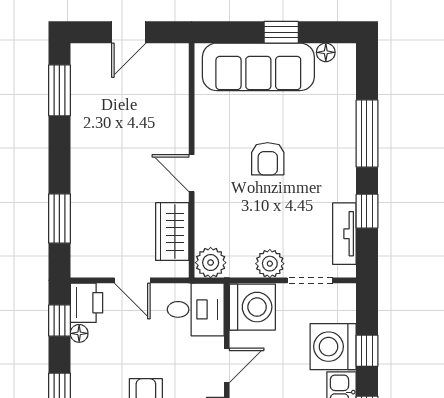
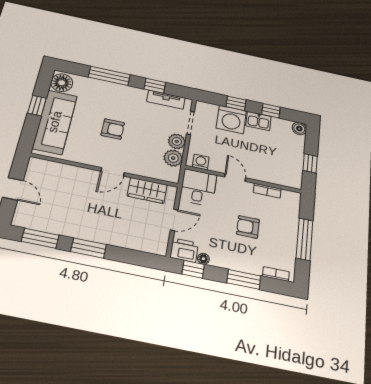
floor lamp: (326, 52) -> (62, 83), width x1.89, depth x1.89
window: (59, 219) -> (89, 248), moved
plant: (211, 263) -> (173, 158), moved
washing machine: (252, 307) -> (201, 162), width x0.53, depth x0.53

